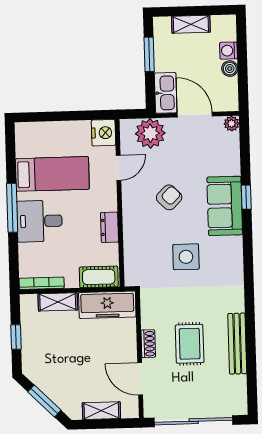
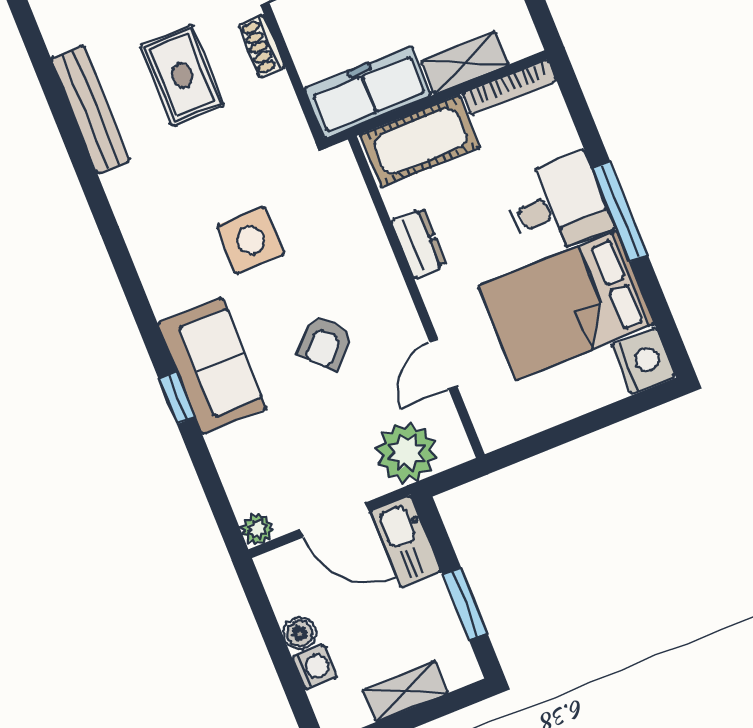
nightstand: (104, 133) -> (643, 361), moved, turned 180
bed: (52, 174) -> (566, 305), width x1.50
cot: (99, 277) -> (420, 141), width x1.37, depth x1.34

